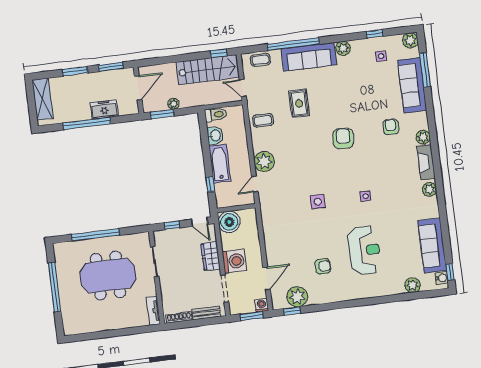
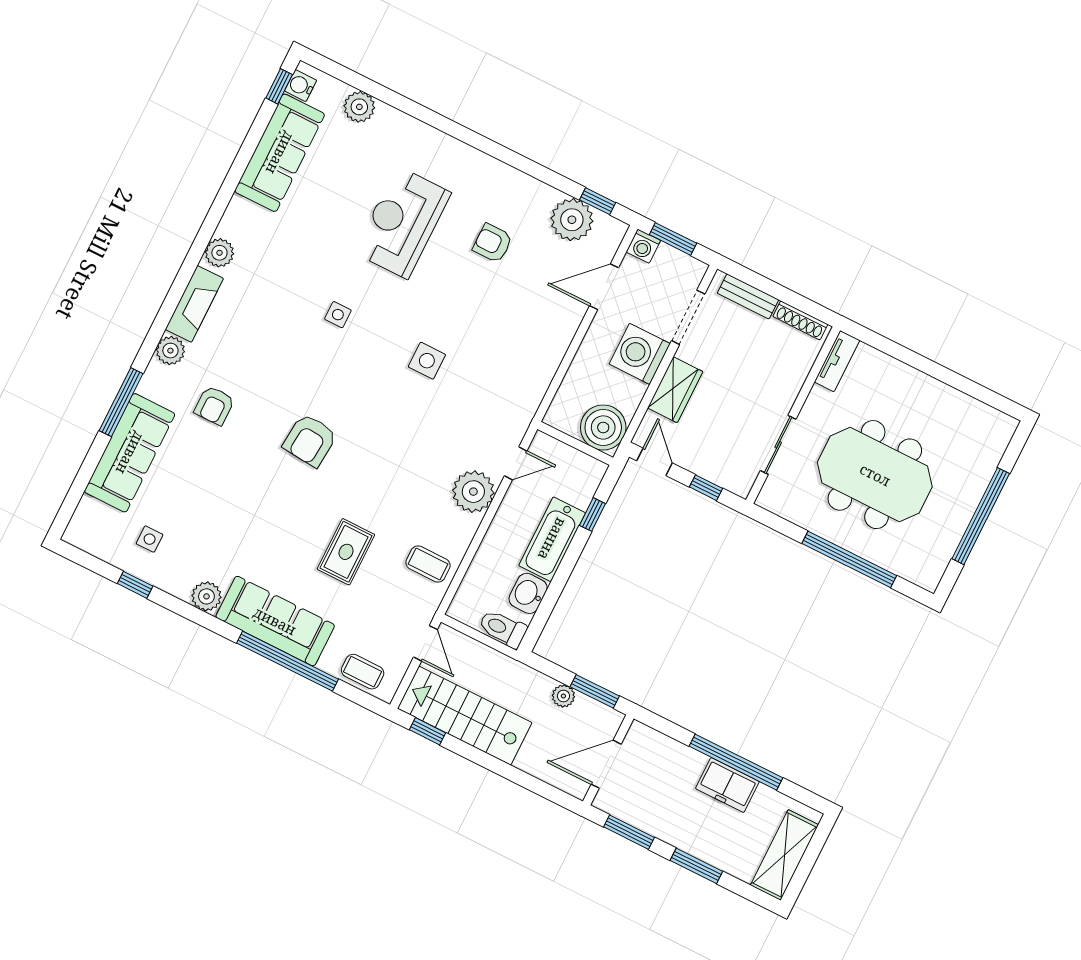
plant: (410, 40) -> (81, 532), removed
window: (425, 70) -> (121, 402), moved
freezer: (104, 109) -> (727, 785), moved

